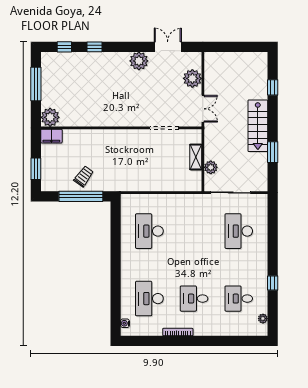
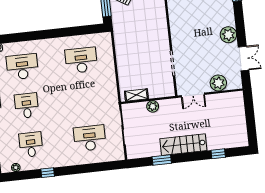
shelving: (196, 157) -> (136, 95), moved
plant: (211, 167) -> (153, 106), moved

